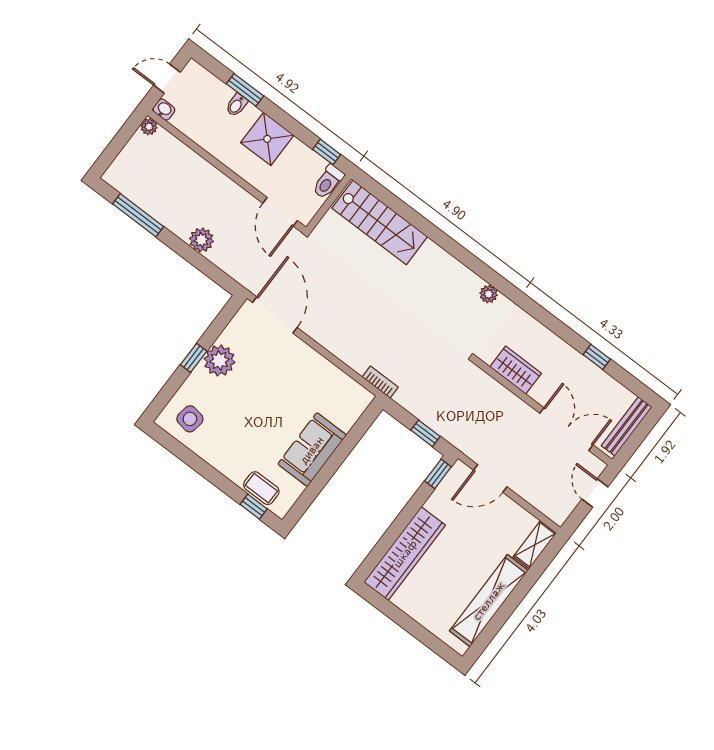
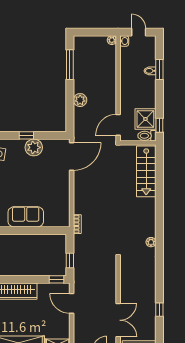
shower: (267, 139) -> (145, 119), moved
wardrobe: (516, 370) -> (127, 279), removed

